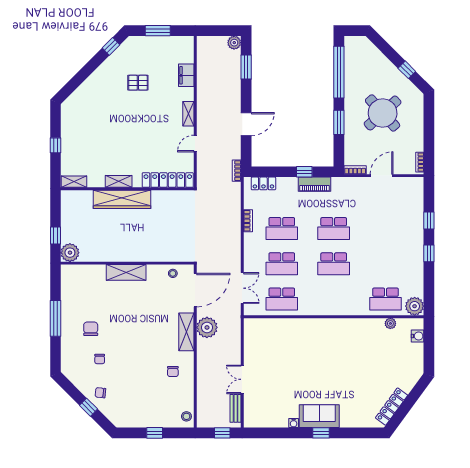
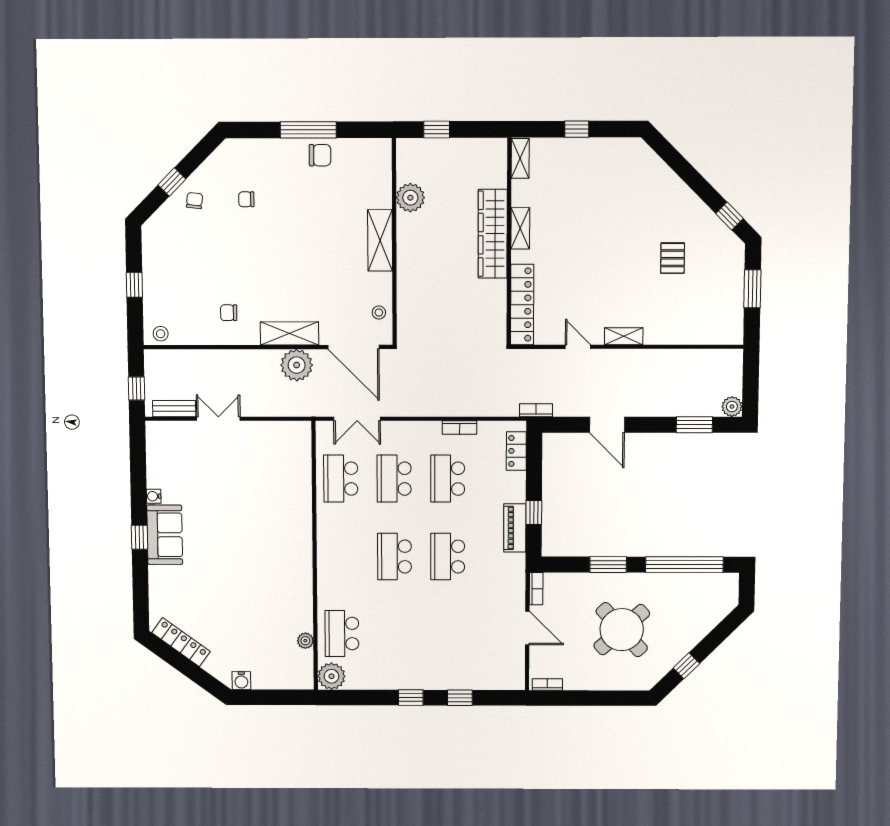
filing cabinet: (186, 75) -> (683, 333), removed
plant: (70, 253) -> (410, 198), moved
chair: (91, 329) -> (320, 155), moved
water cooler: (418, 336) -> (241, 681), moved

